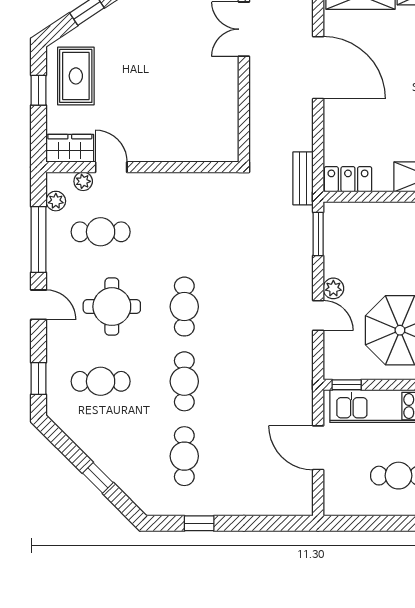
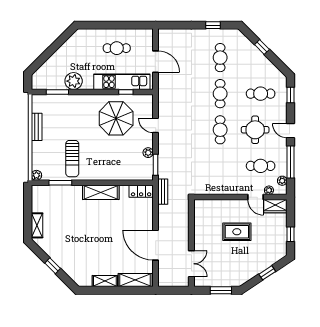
rug: (76, 76) -> (237, 232), moved, turned 90
plant: (333, 288) -> (148, 153), moved
window: (347, 385) -> (126, 92), moved

